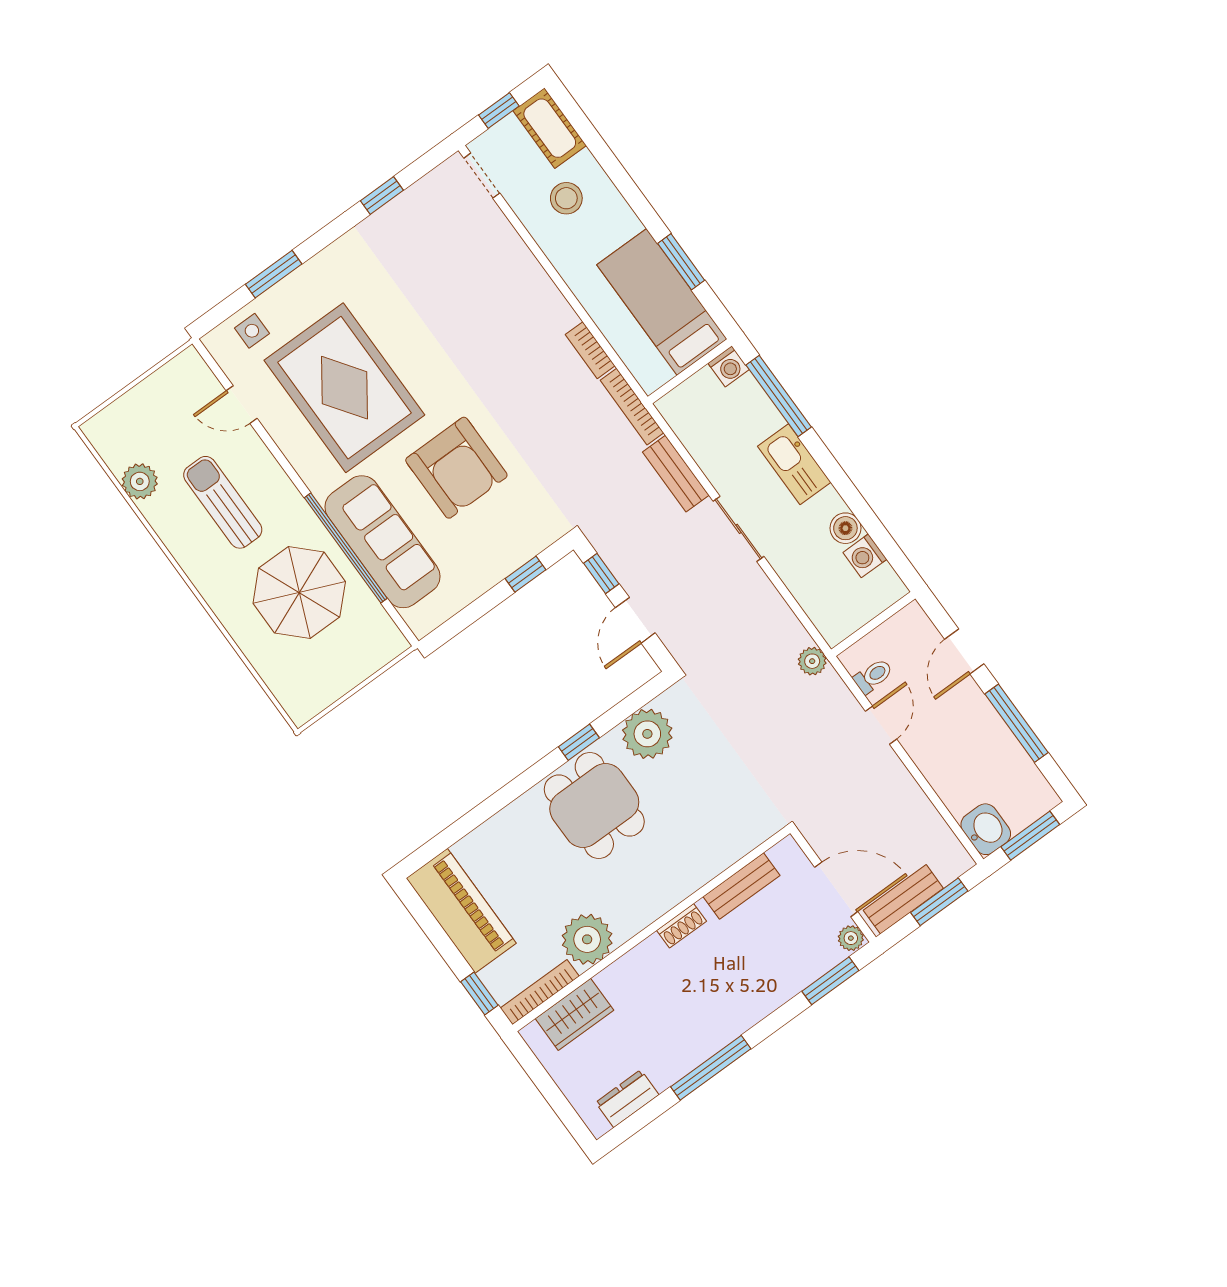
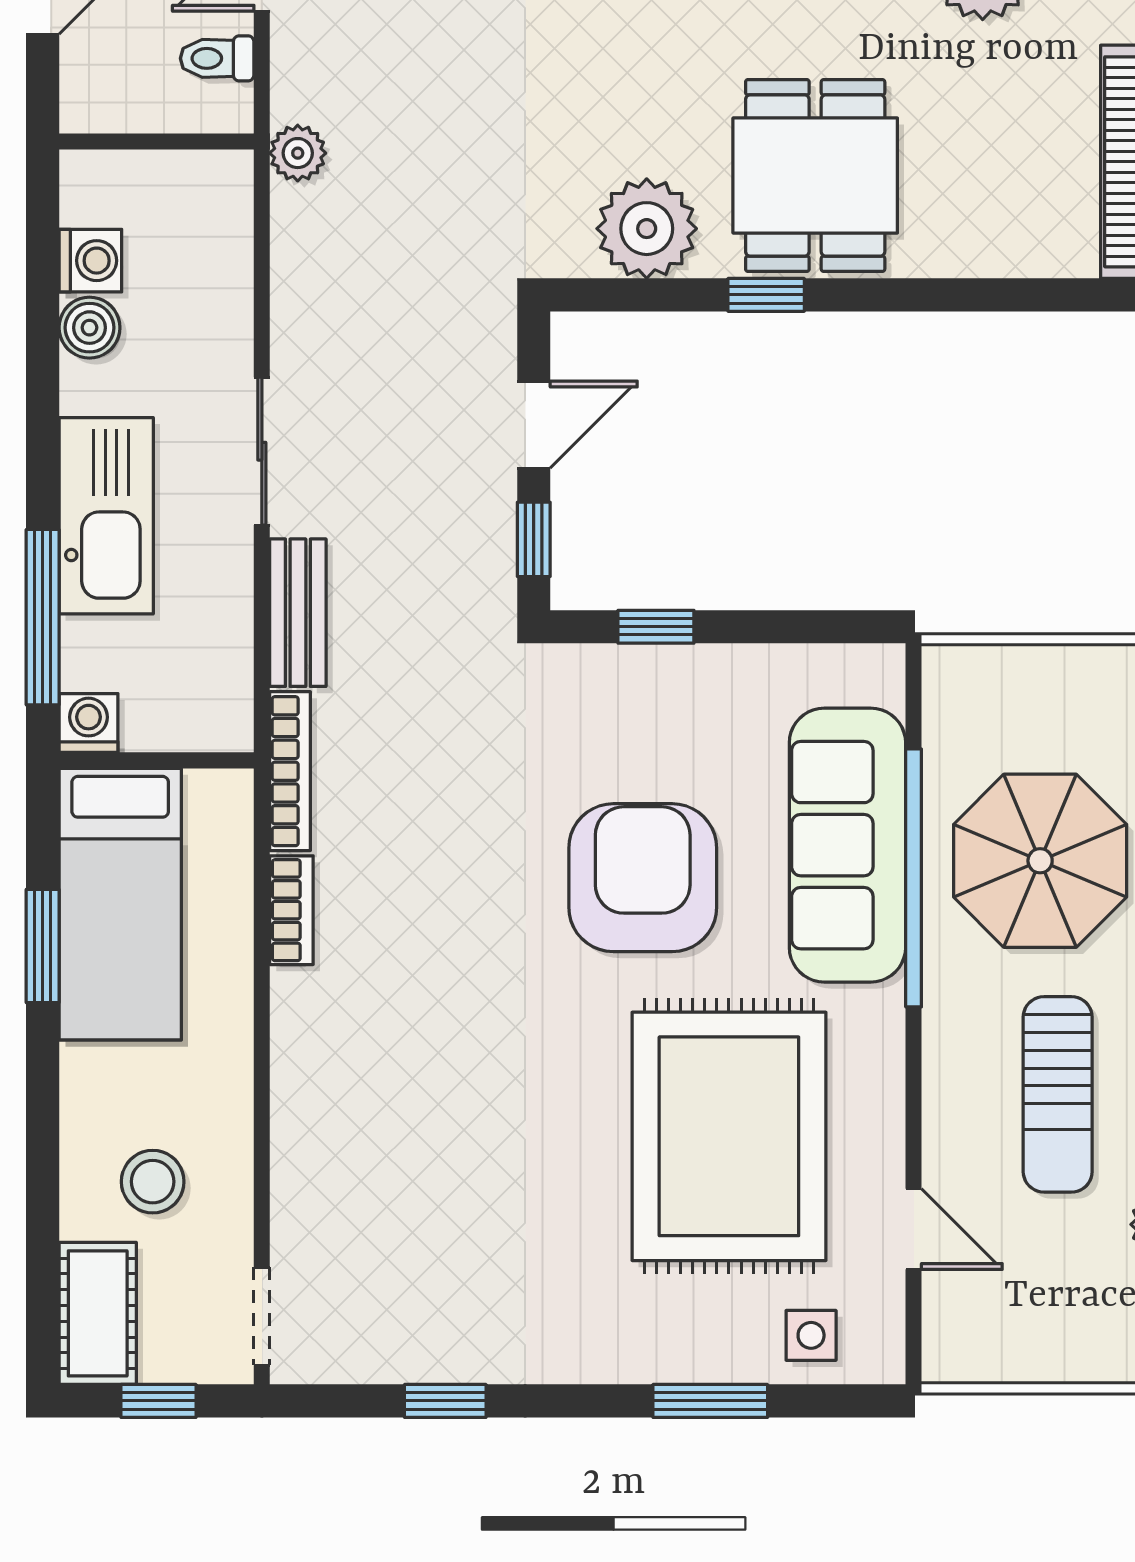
kitchen sink: (794, 464) -> (106, 516), width x1.36, depth x1.24

